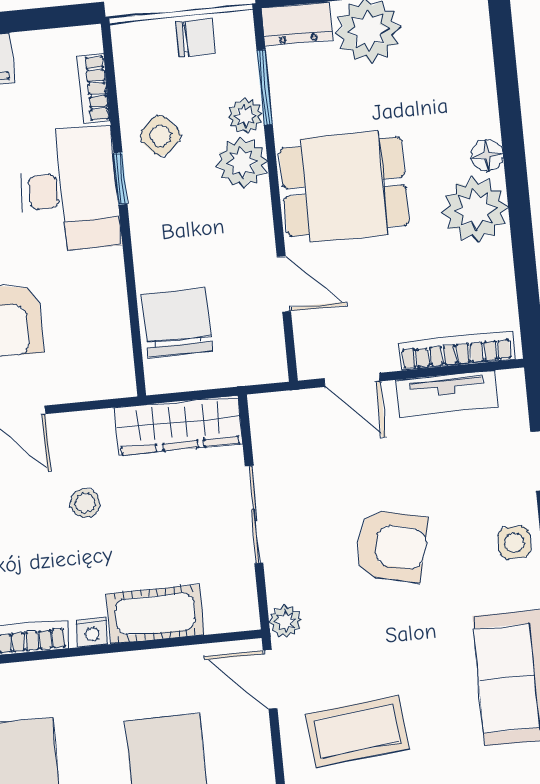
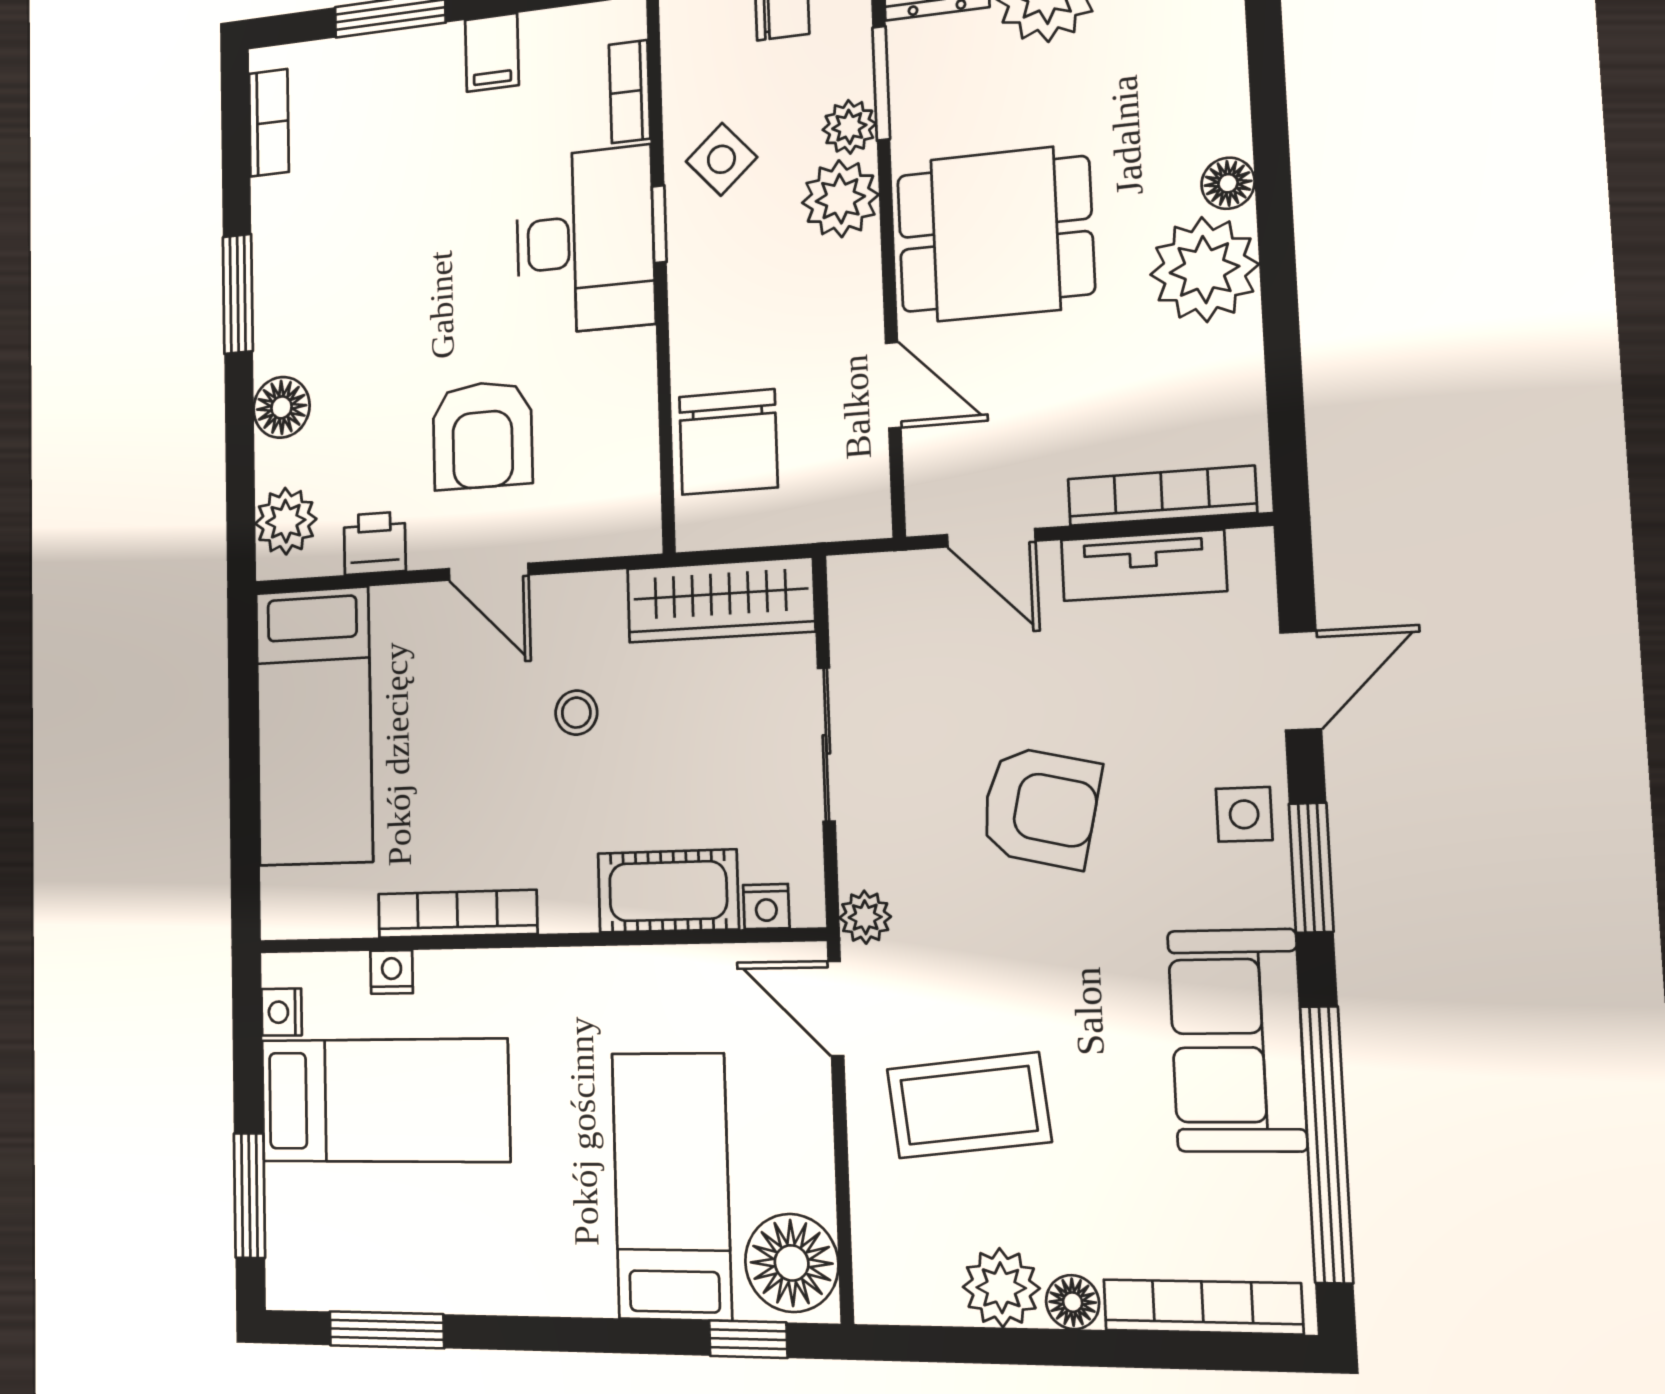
chair: (177, 323) -> (728, 442), turned 180
nightstand: (92, 632) -> (766, 907), moved

